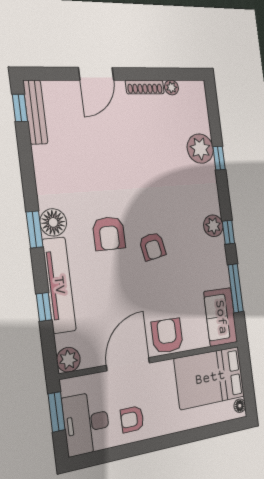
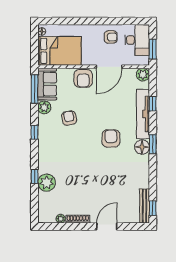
plant: (213, 226) -> (44, 107), moved
armchair: (152, 246) -> (69, 118), moved
window: (236, 288) -> (35, 89), moved

